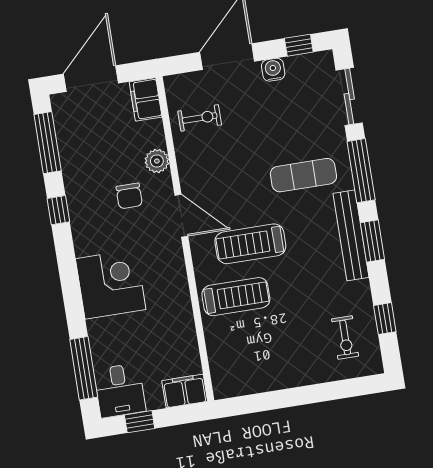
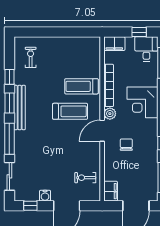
plant: (157, 161) -> (110, 114), moved
exercise mat: (303, 175) -> (38, 141), removed
door: (181, 216) -> (102, 131), hinge flipped
bookcase: (183, 307) -> (109, 85), added
window: (385, 319) -> (9, 77), moved

